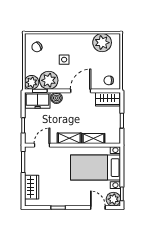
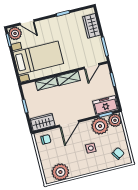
boiler: (56, 98) -> (89, 112), removed

